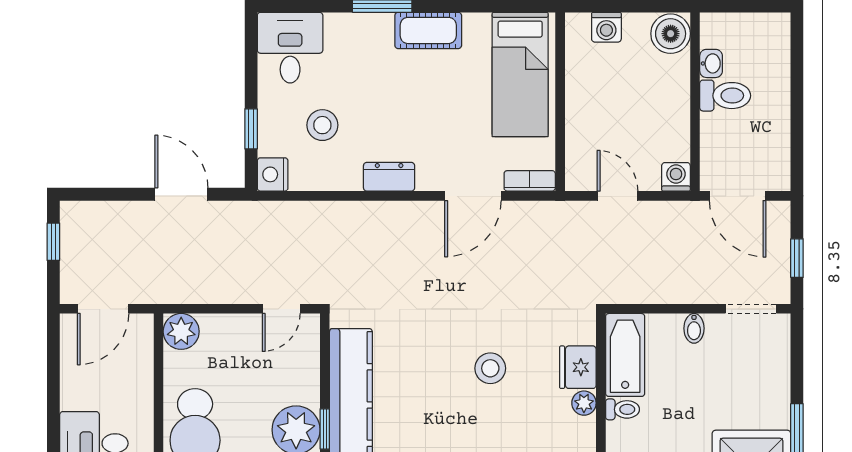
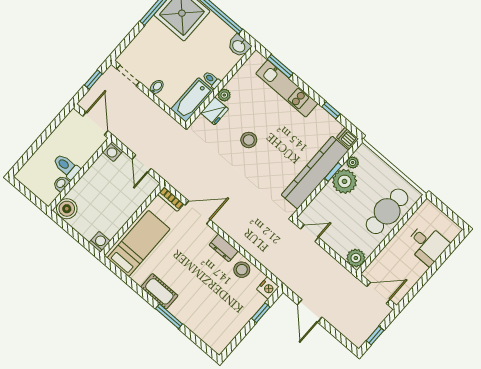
washing machine: (606, 27) -> (100, 242), moved
desk: (290, 48) -> (218, 331), removed
stool: (322, 125) -> (242, 270), moved

